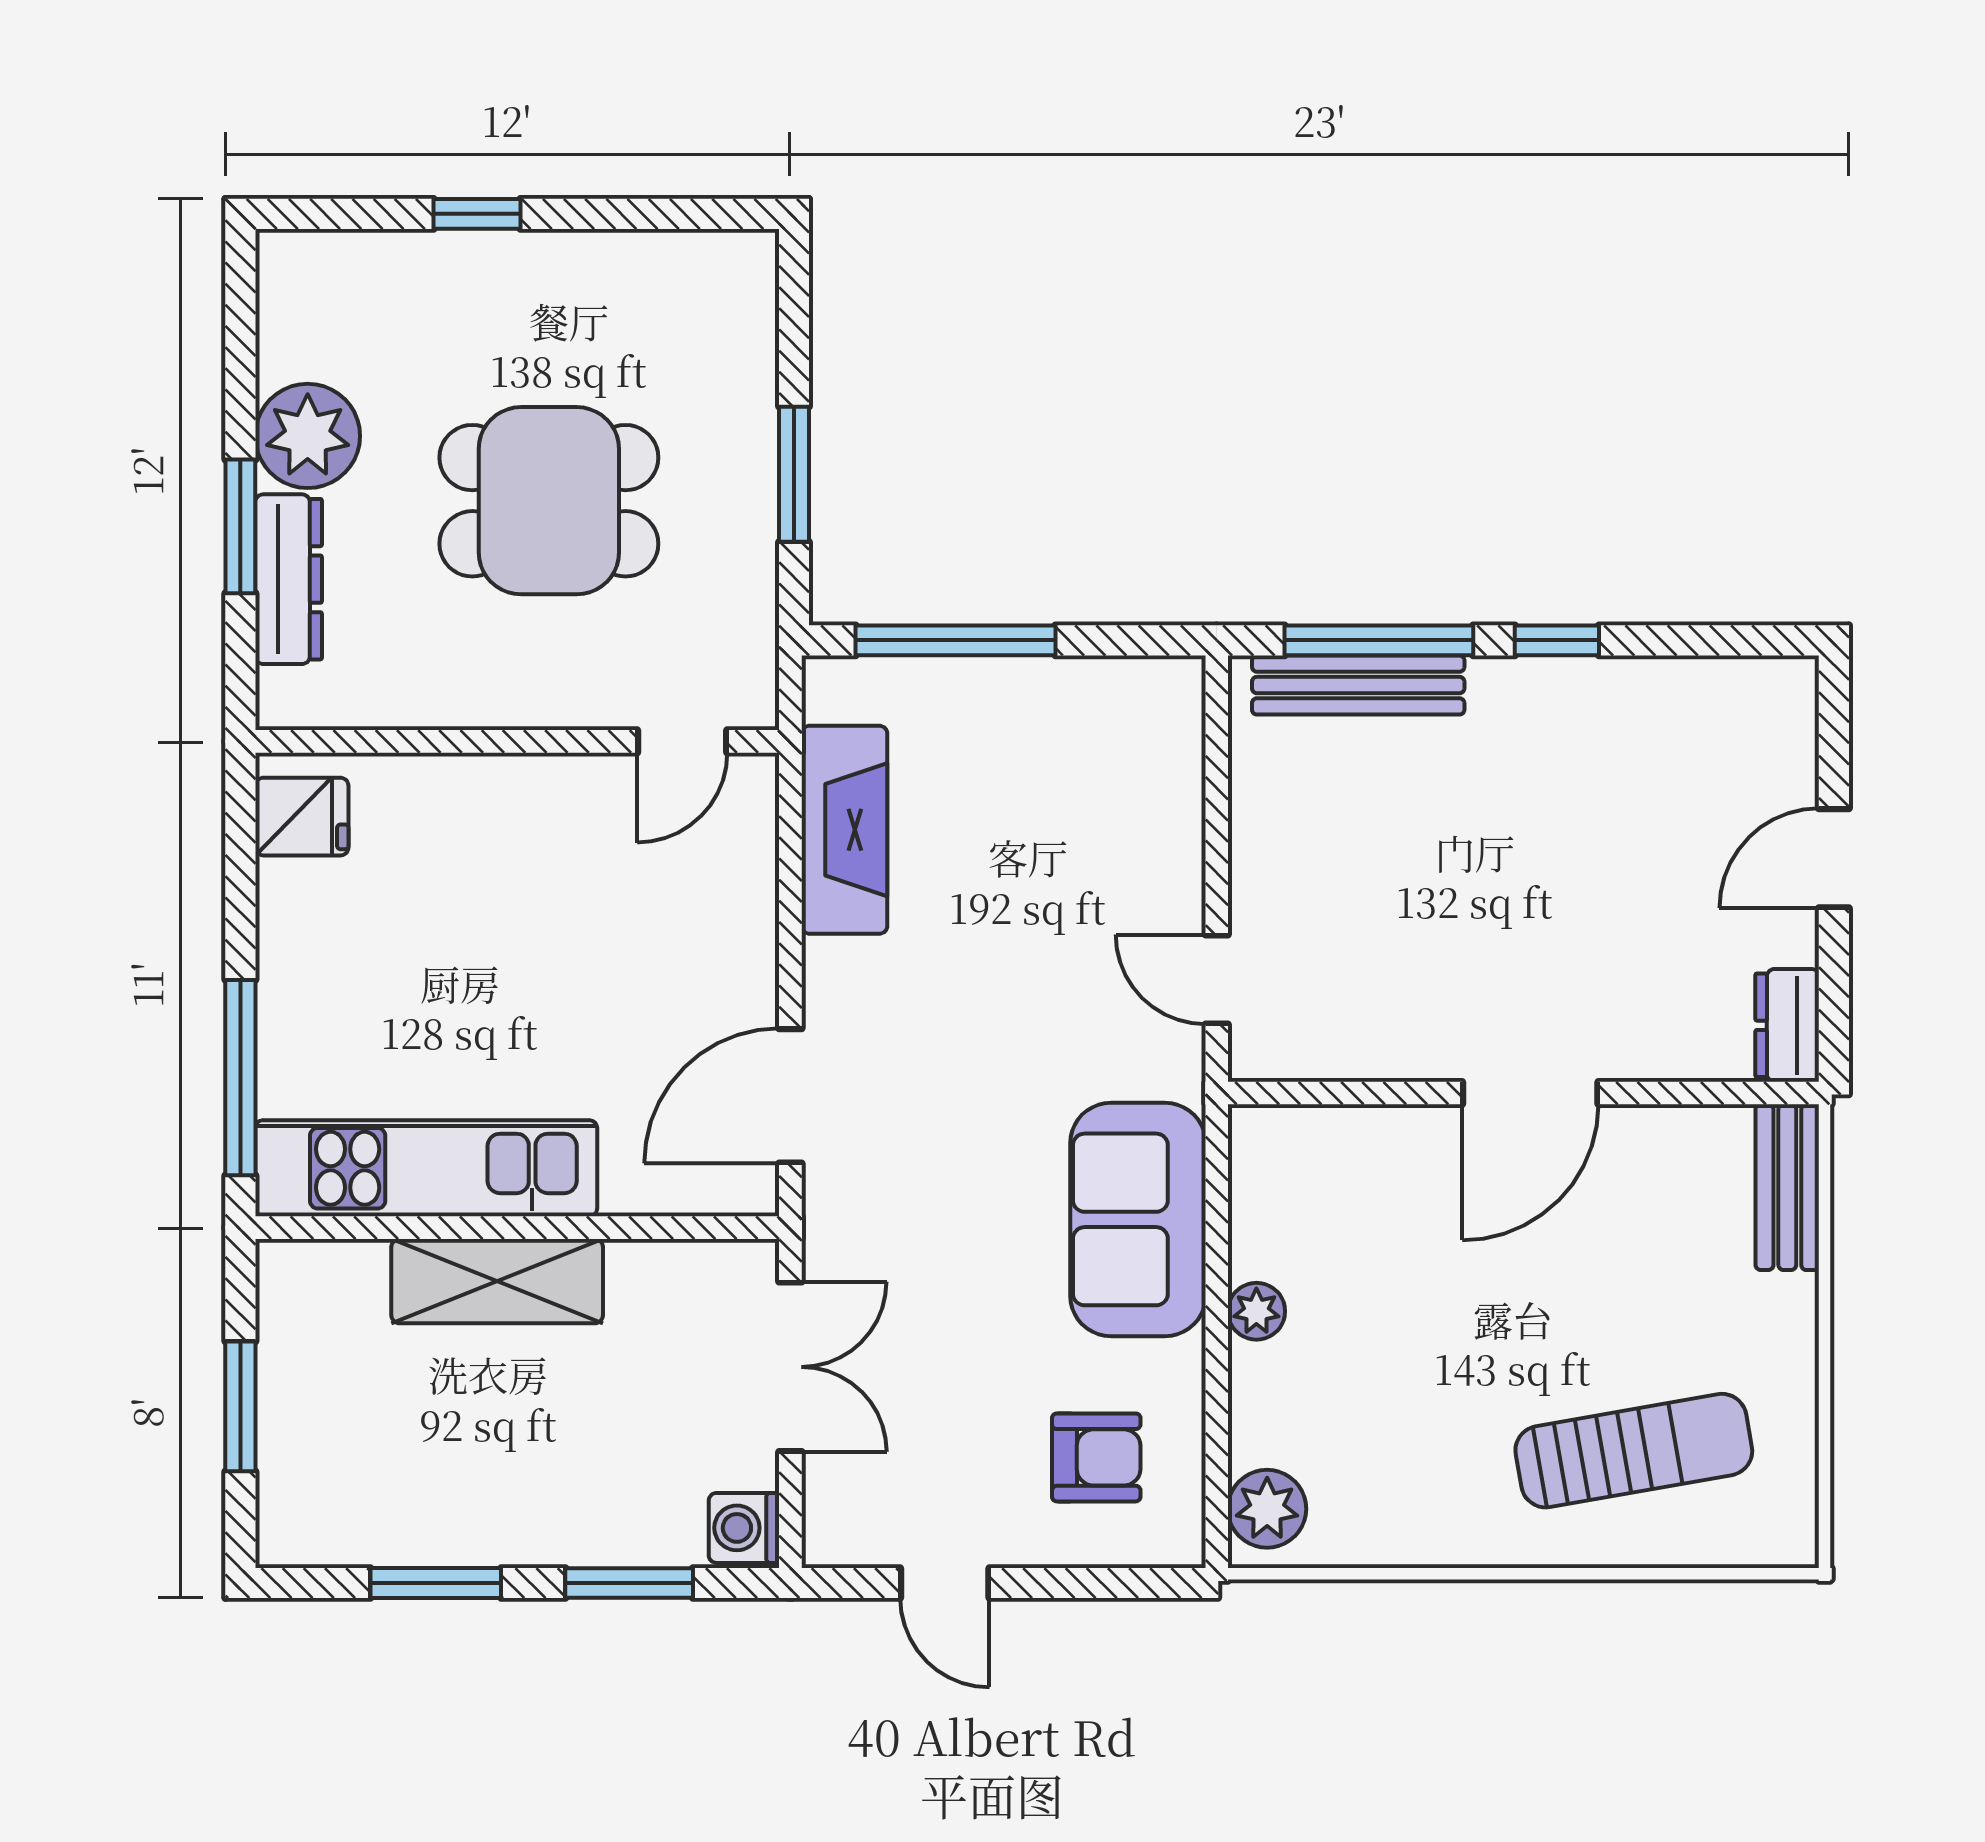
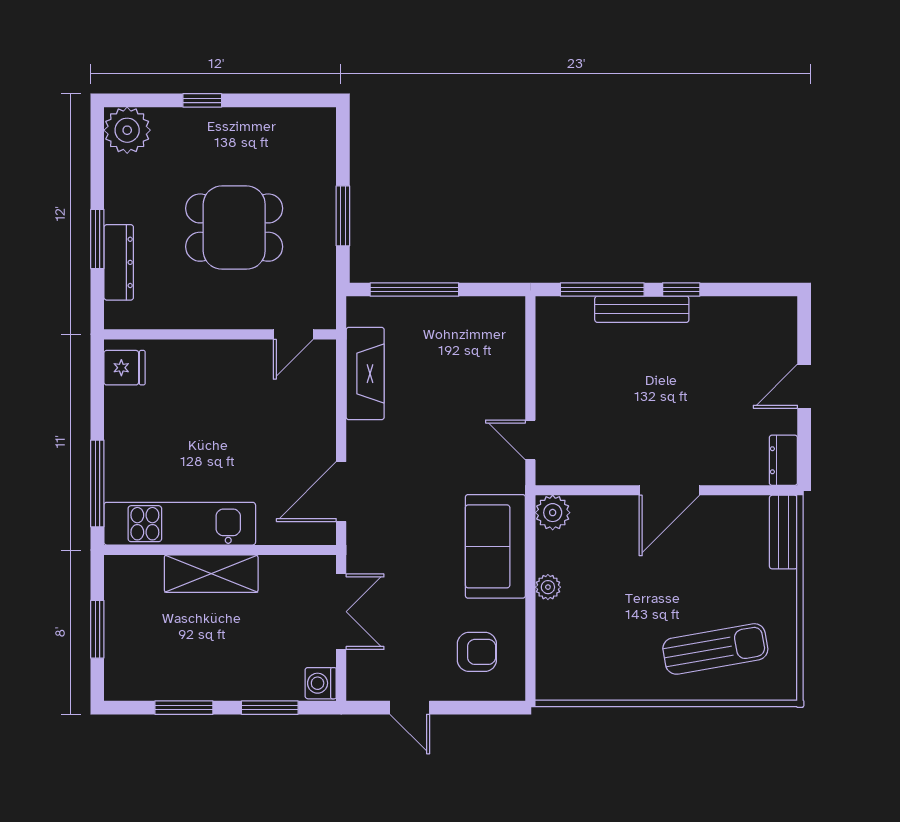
plant: (308, 436) -> (127, 130), moved
bench: (1358, 685) -> (642, 309), moved
plant: (1267, 1509) -> (553, 513), moved

